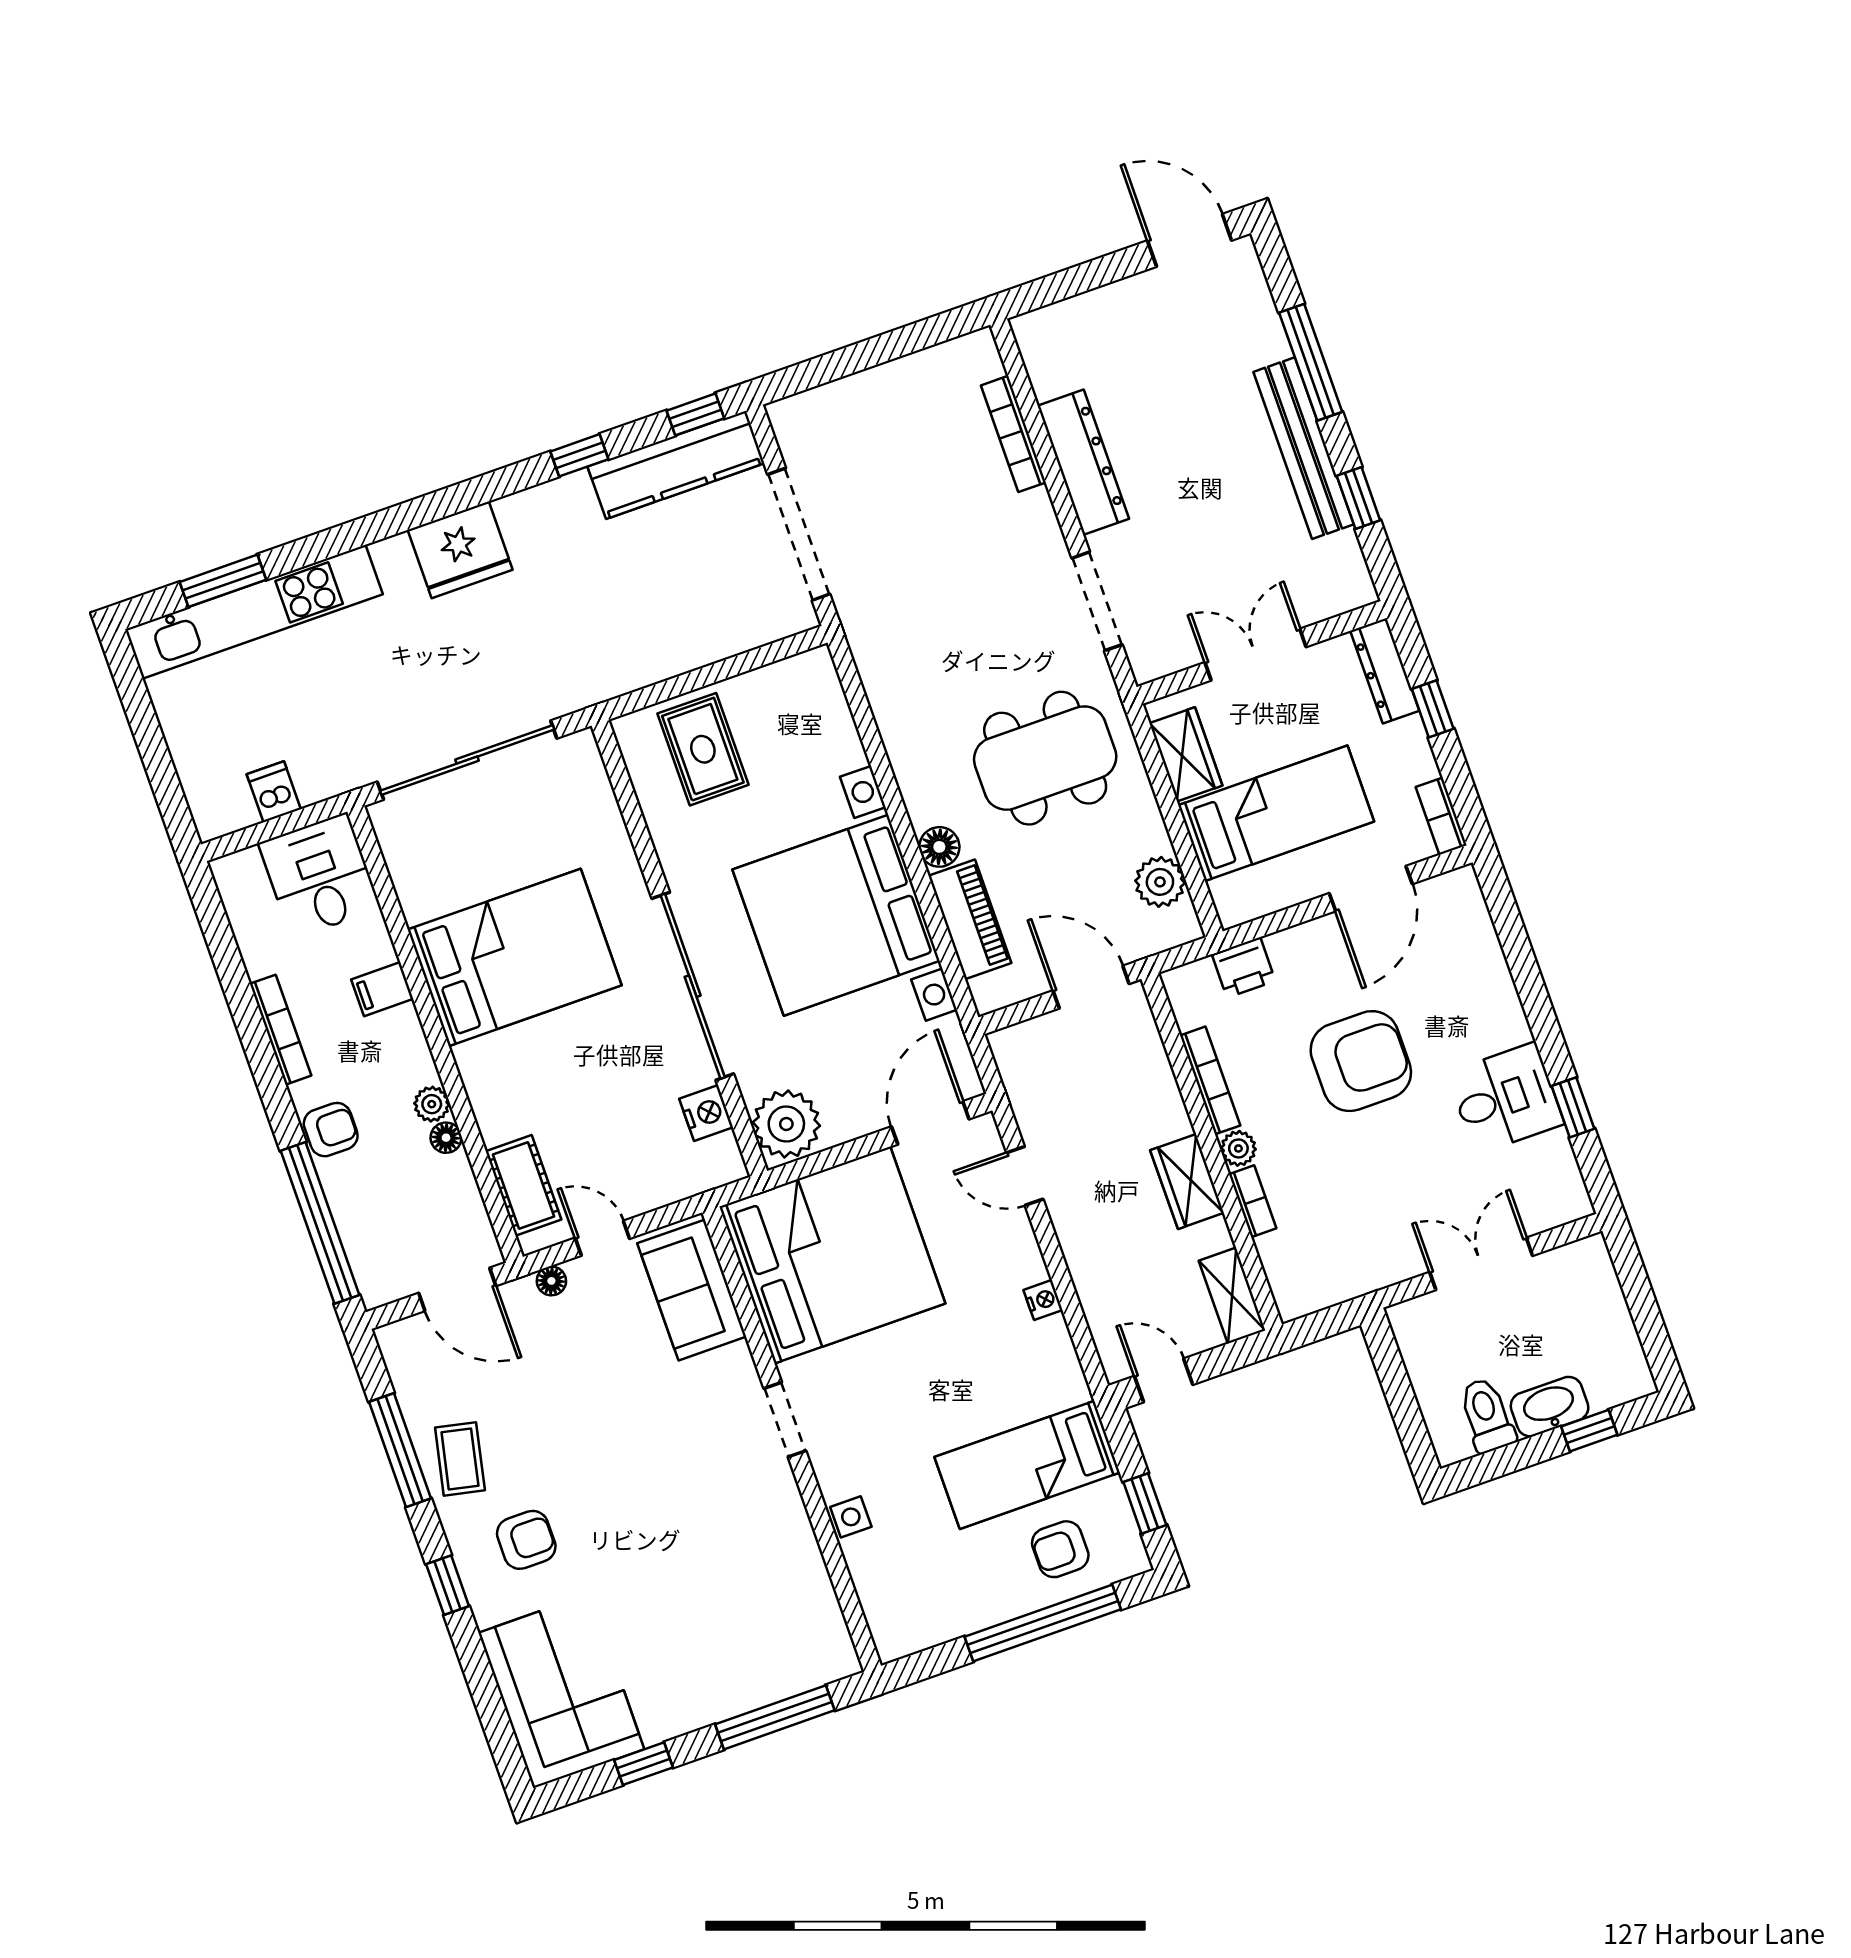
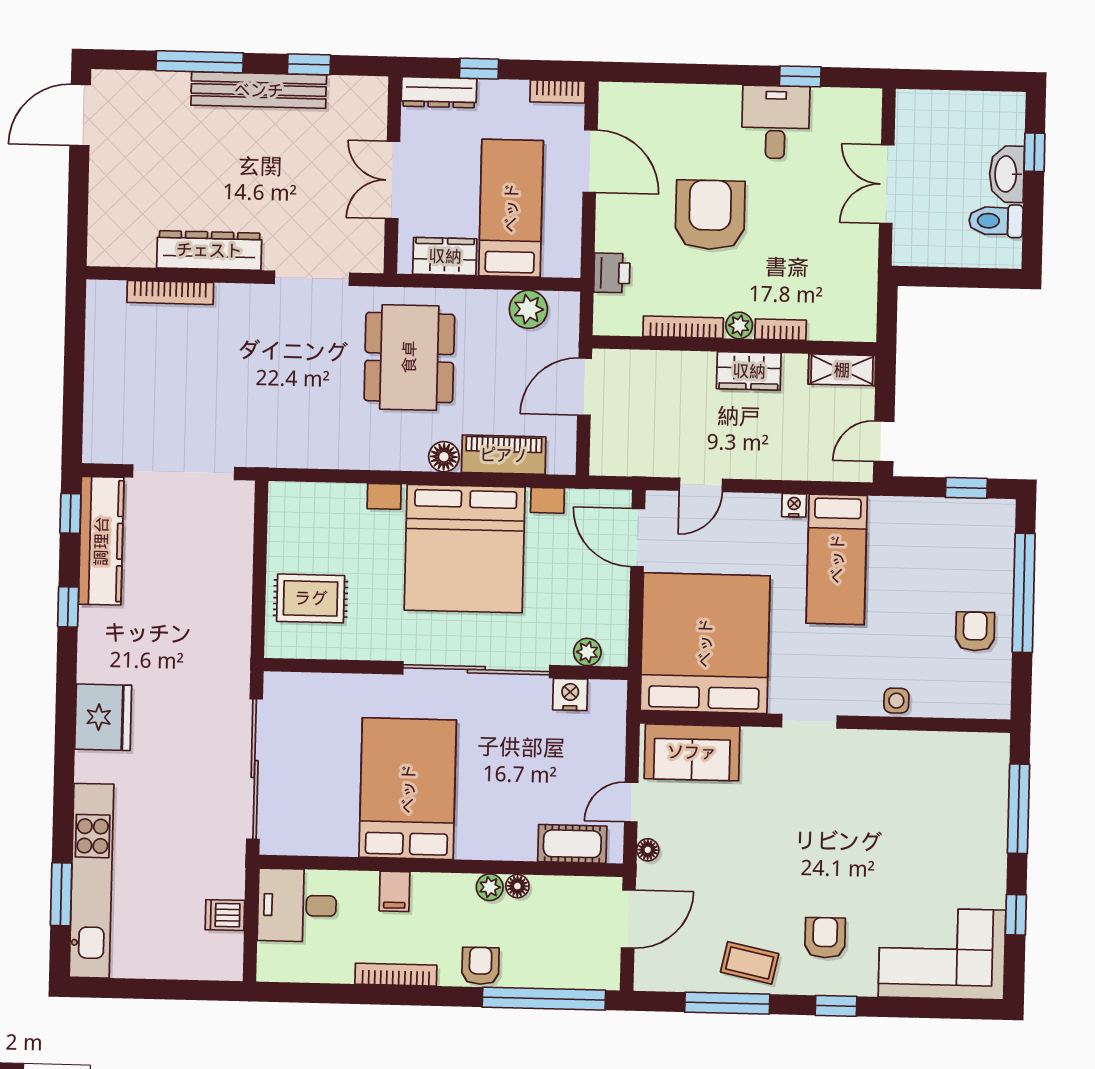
plant: (786, 1124) -> (587, 652), width x0.53, depth x0.53
bed: (1027, 1465) -> (837, 559), moved
armchair: (1060, 1549) -> (975, 631), moved, turned 180

